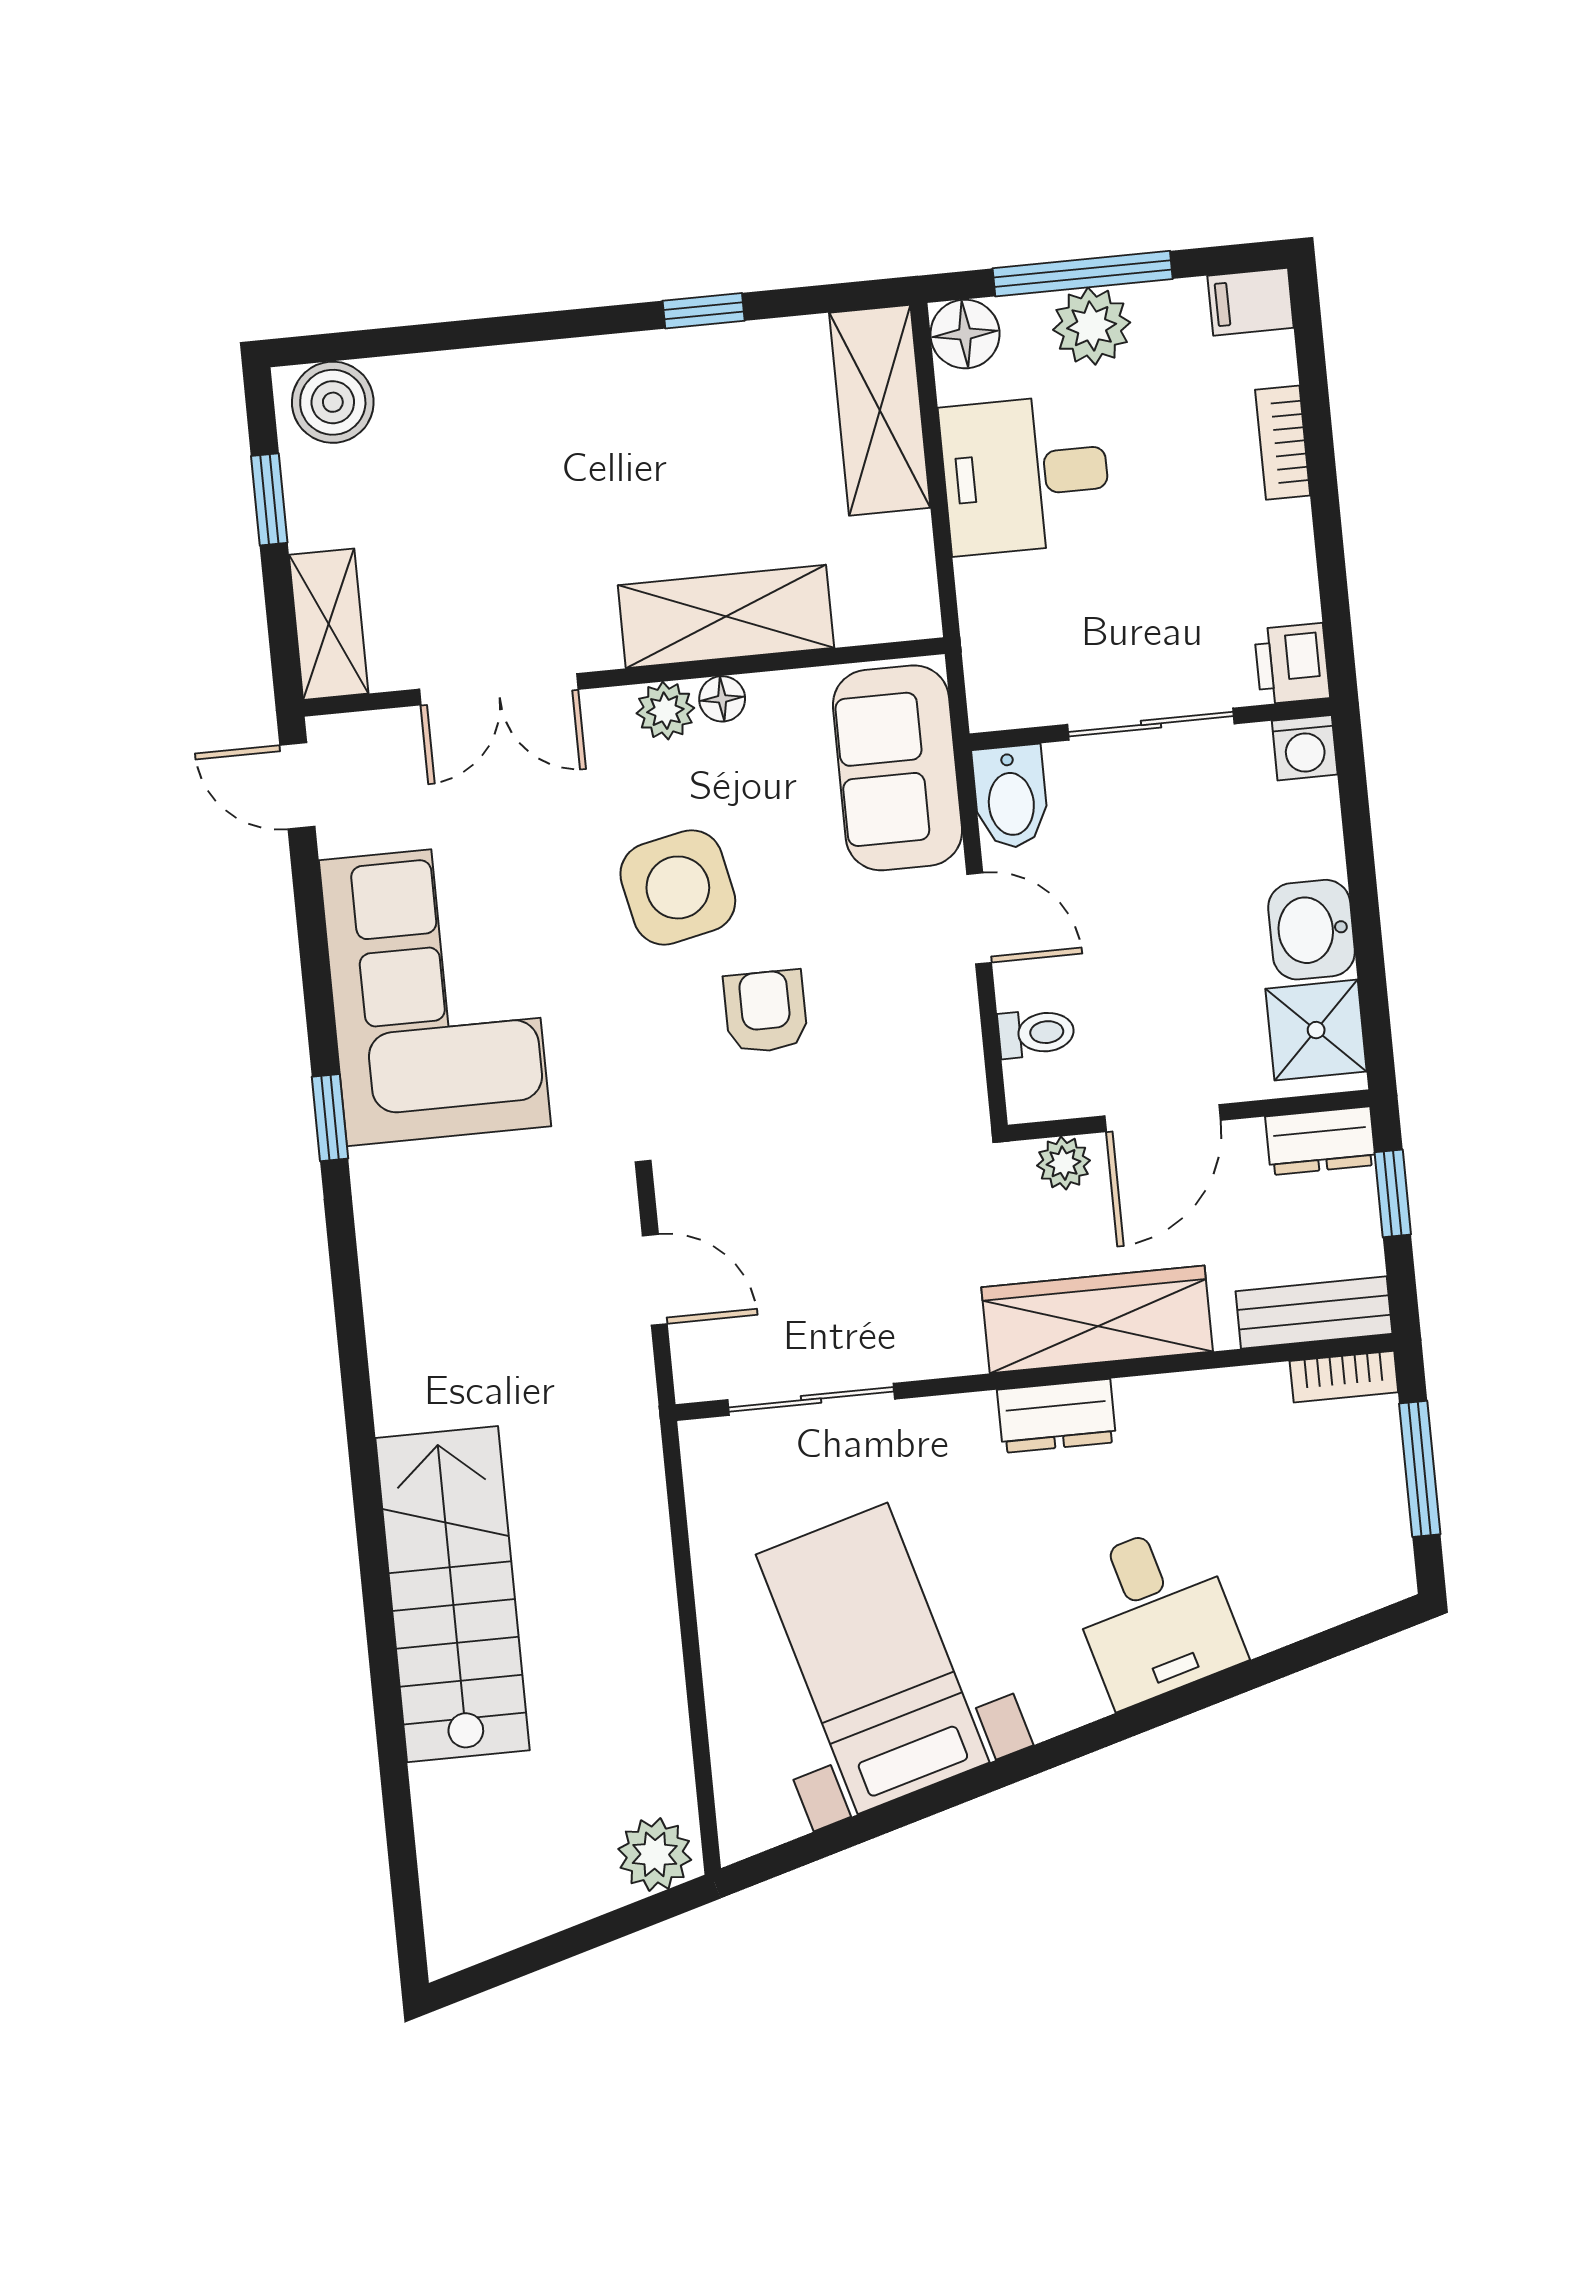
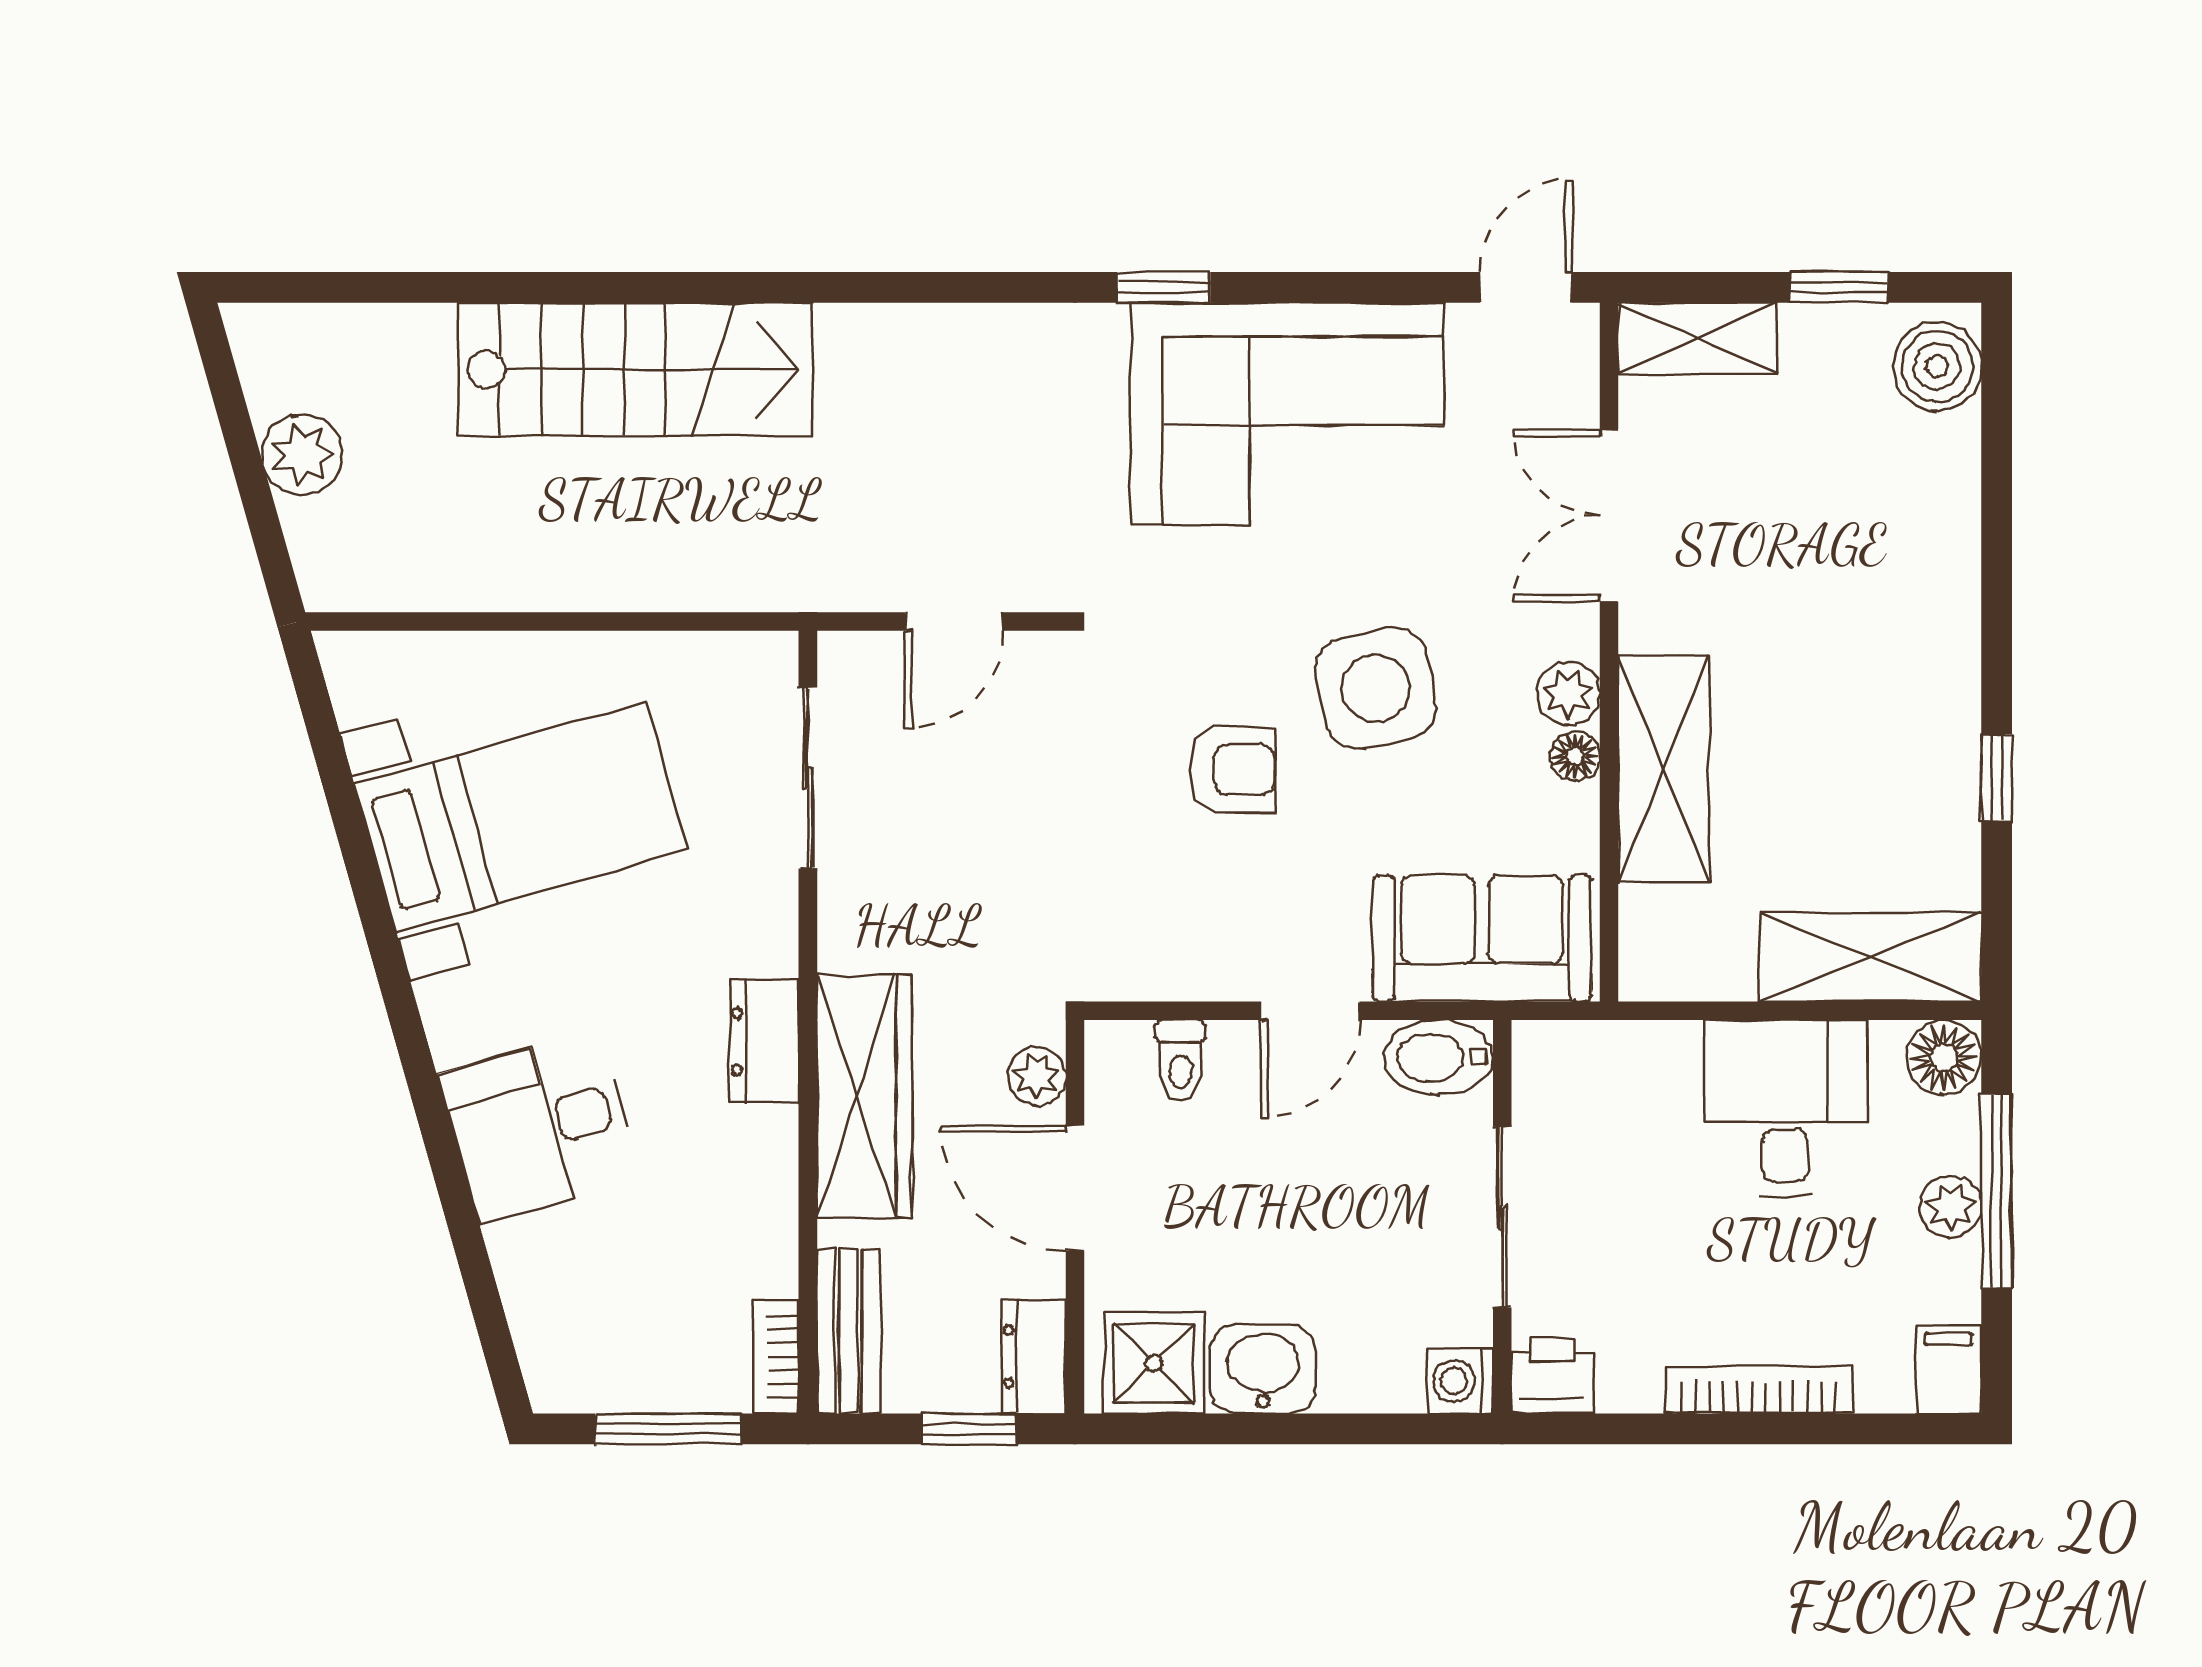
plant: (1092, 326) -> (1951, 1207), width x0.73, depth x0.73
bookcase: (1283, 443) -> (1759, 1390), width x1.56
plant: (655, 1854) -> (302, 455), moved

